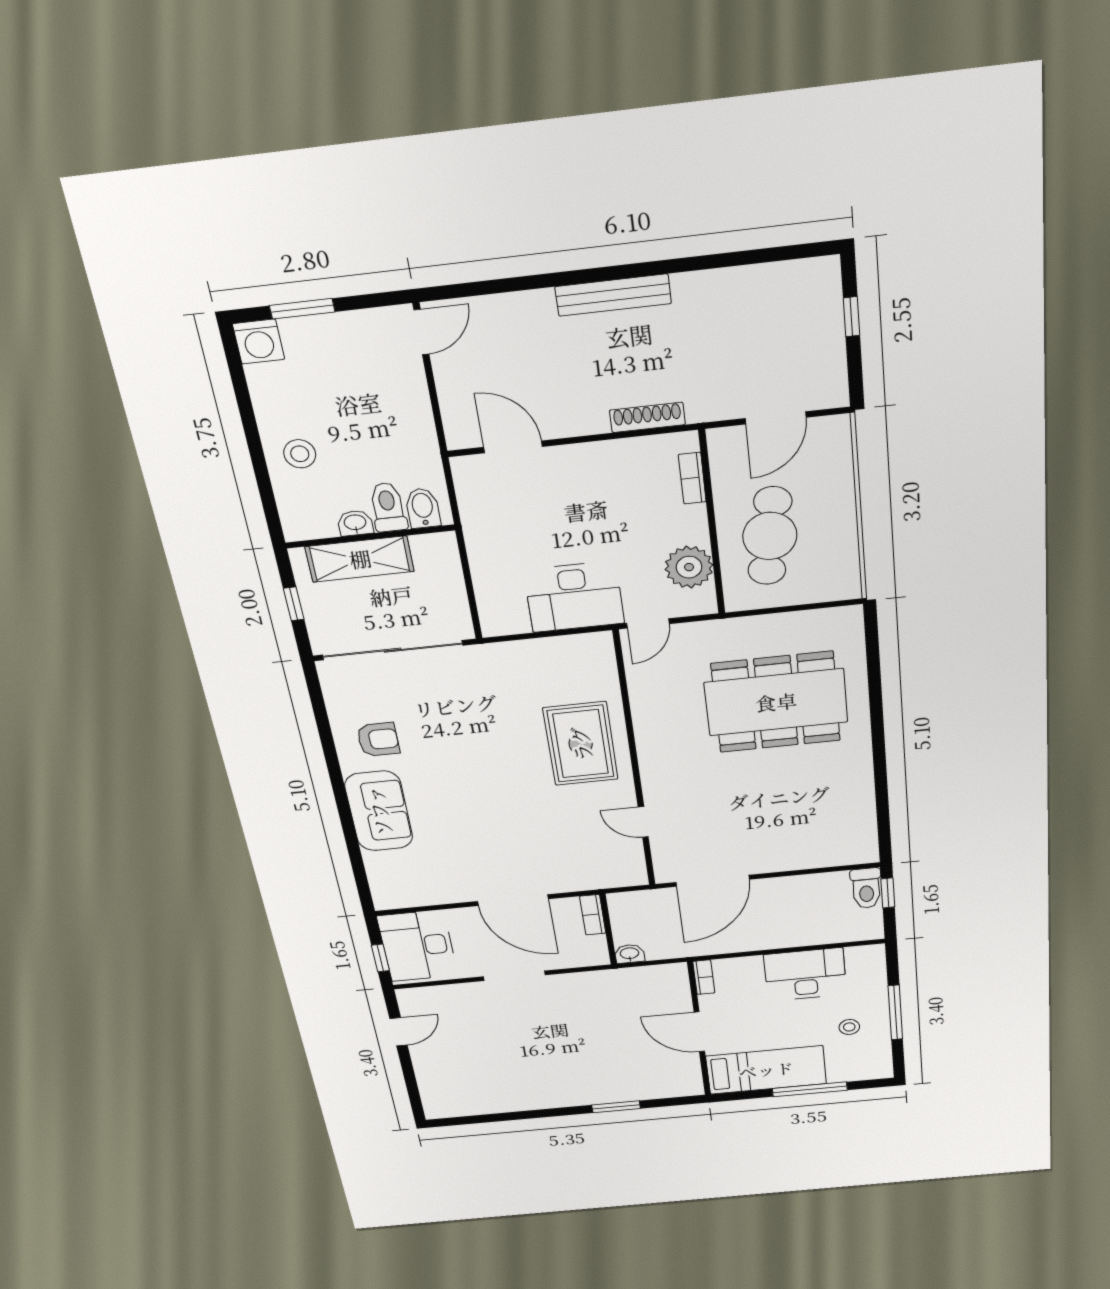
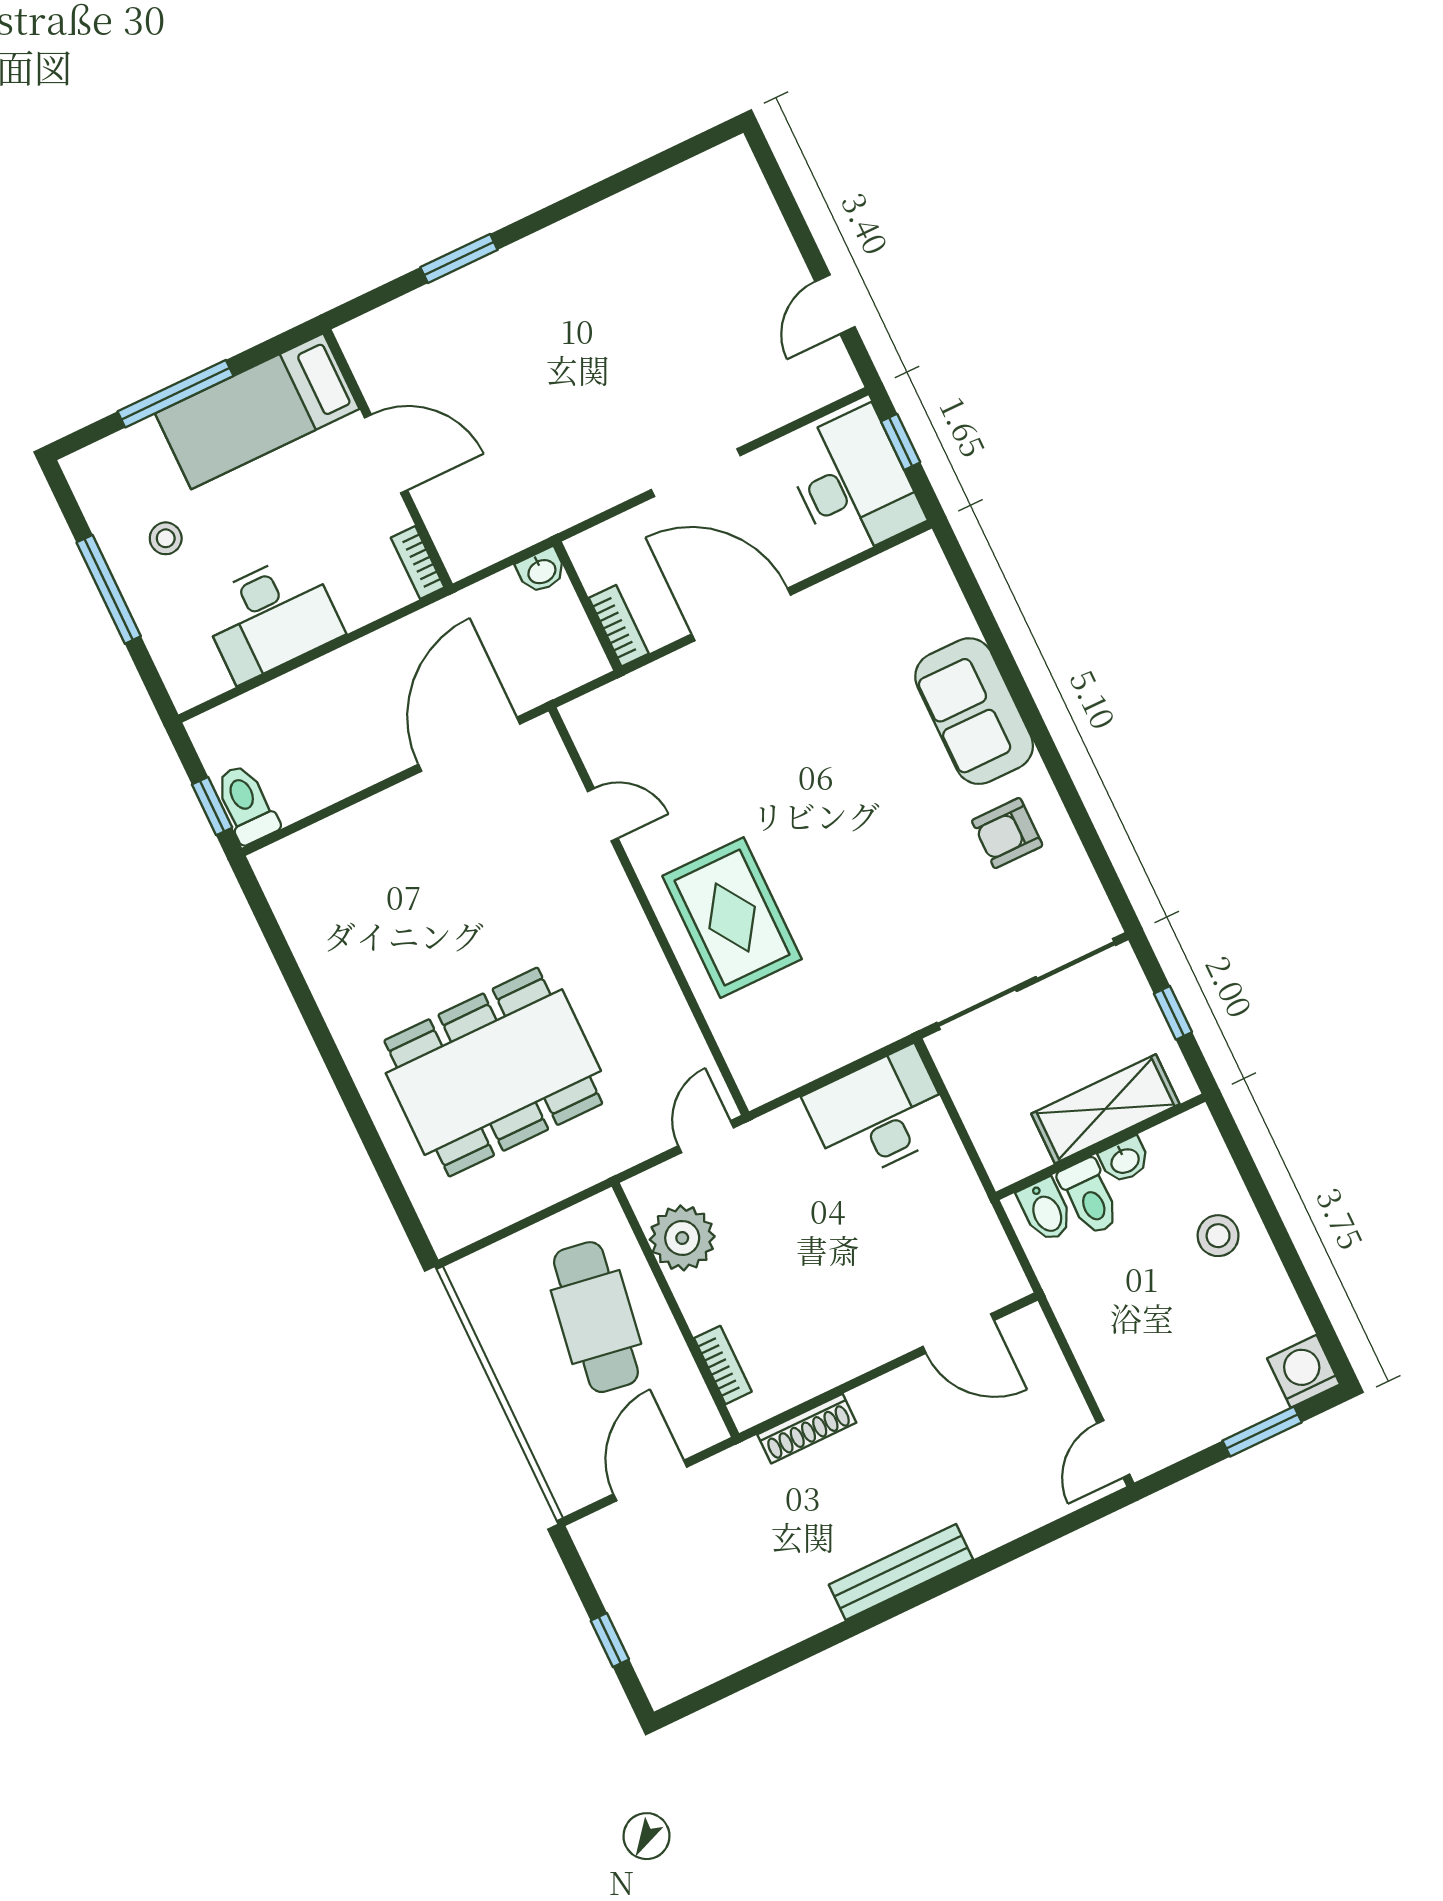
desk: (574, 597) -> (879, 1114), moved

